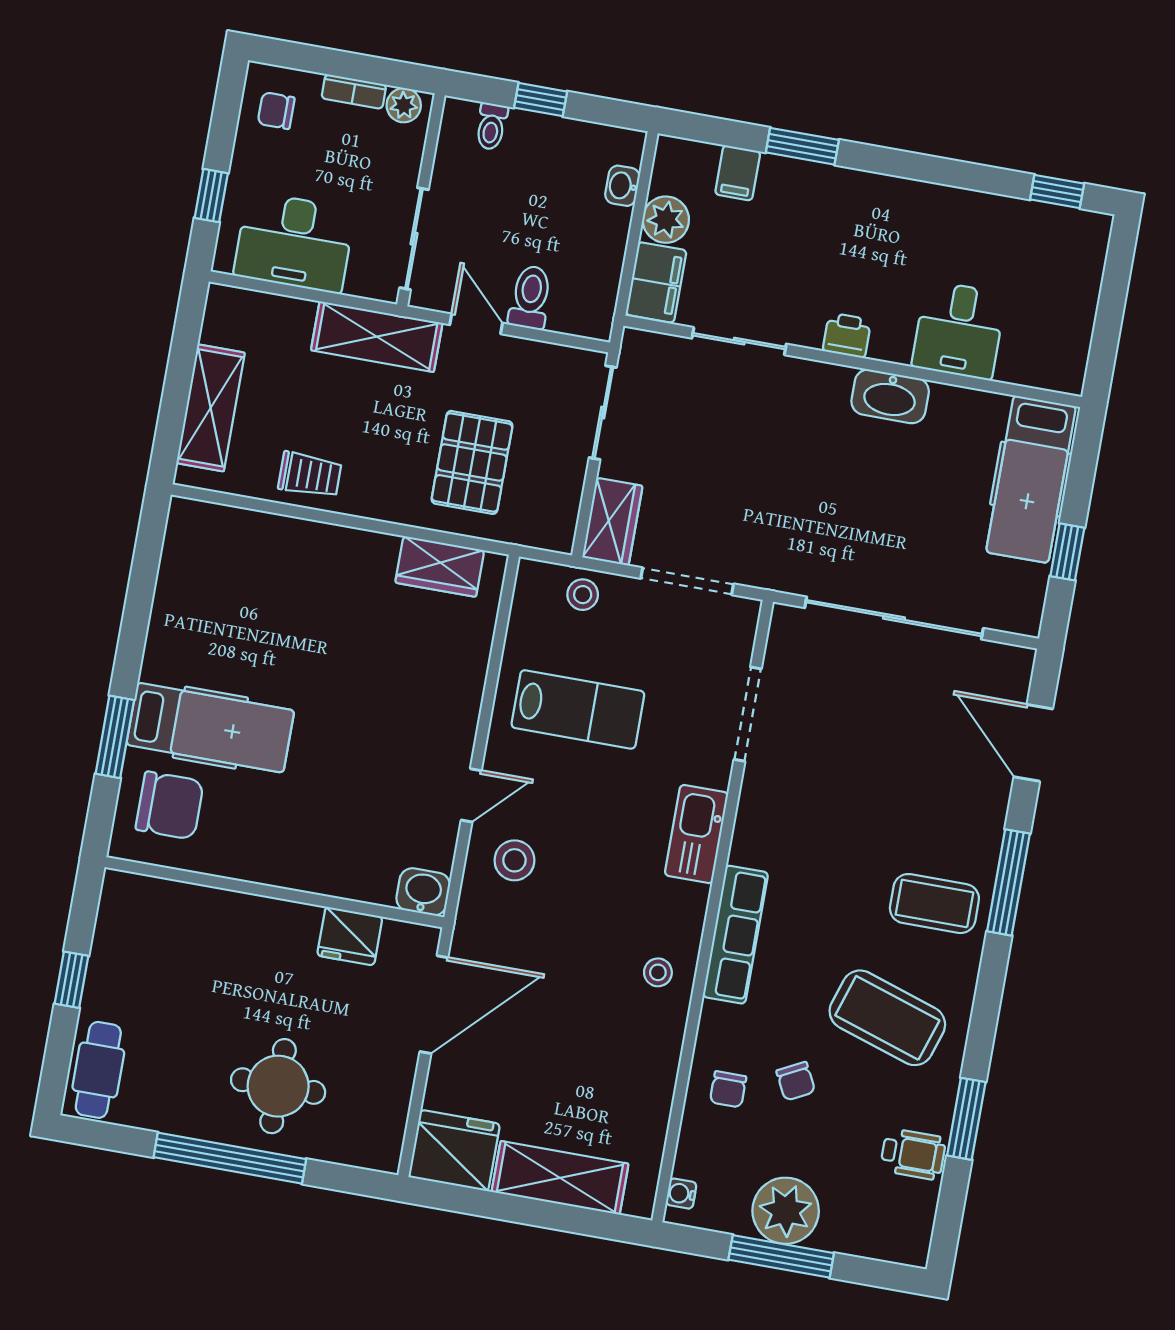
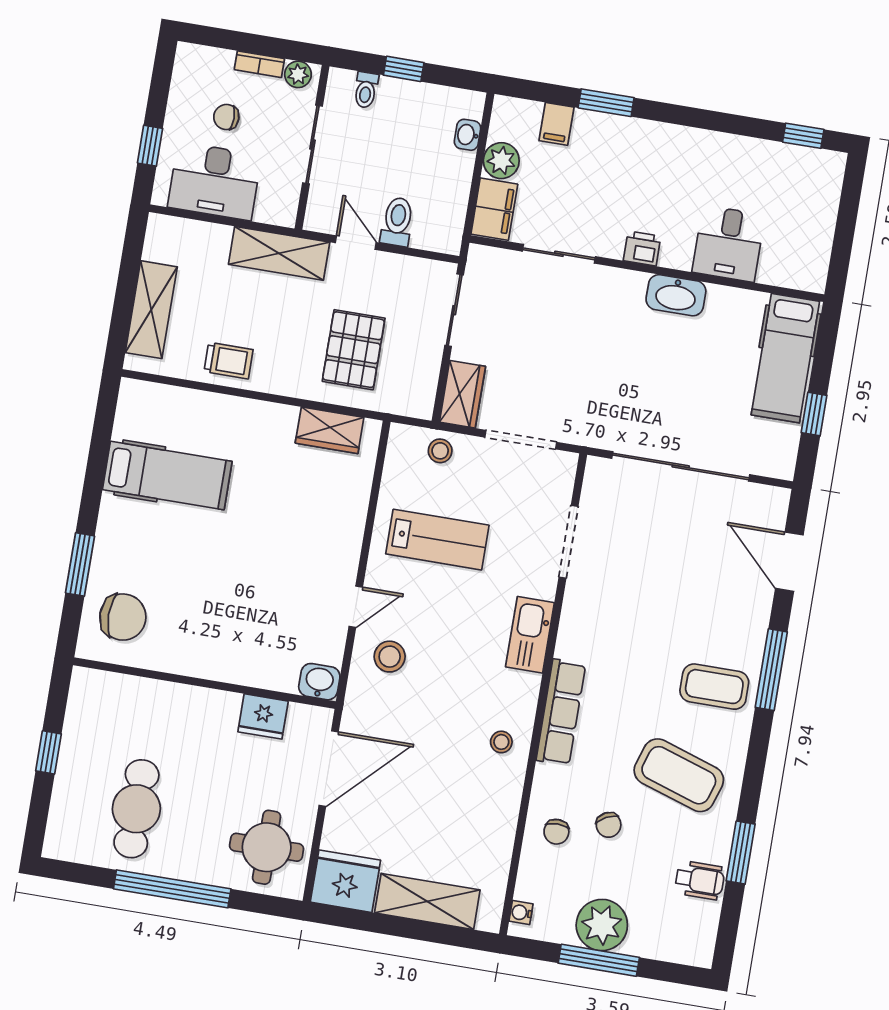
chair: (276, 111) -> (226, 117), moved
sliding door: (414, 239) -> (312, 145), moved
hospital bed: (210, 728) -> (167, 476), moved
cafe table: (98, 1070) -> (136, 809), moved, width x1.37, depth x1.35
round table: (278, 1086) -> (267, 847), moved

